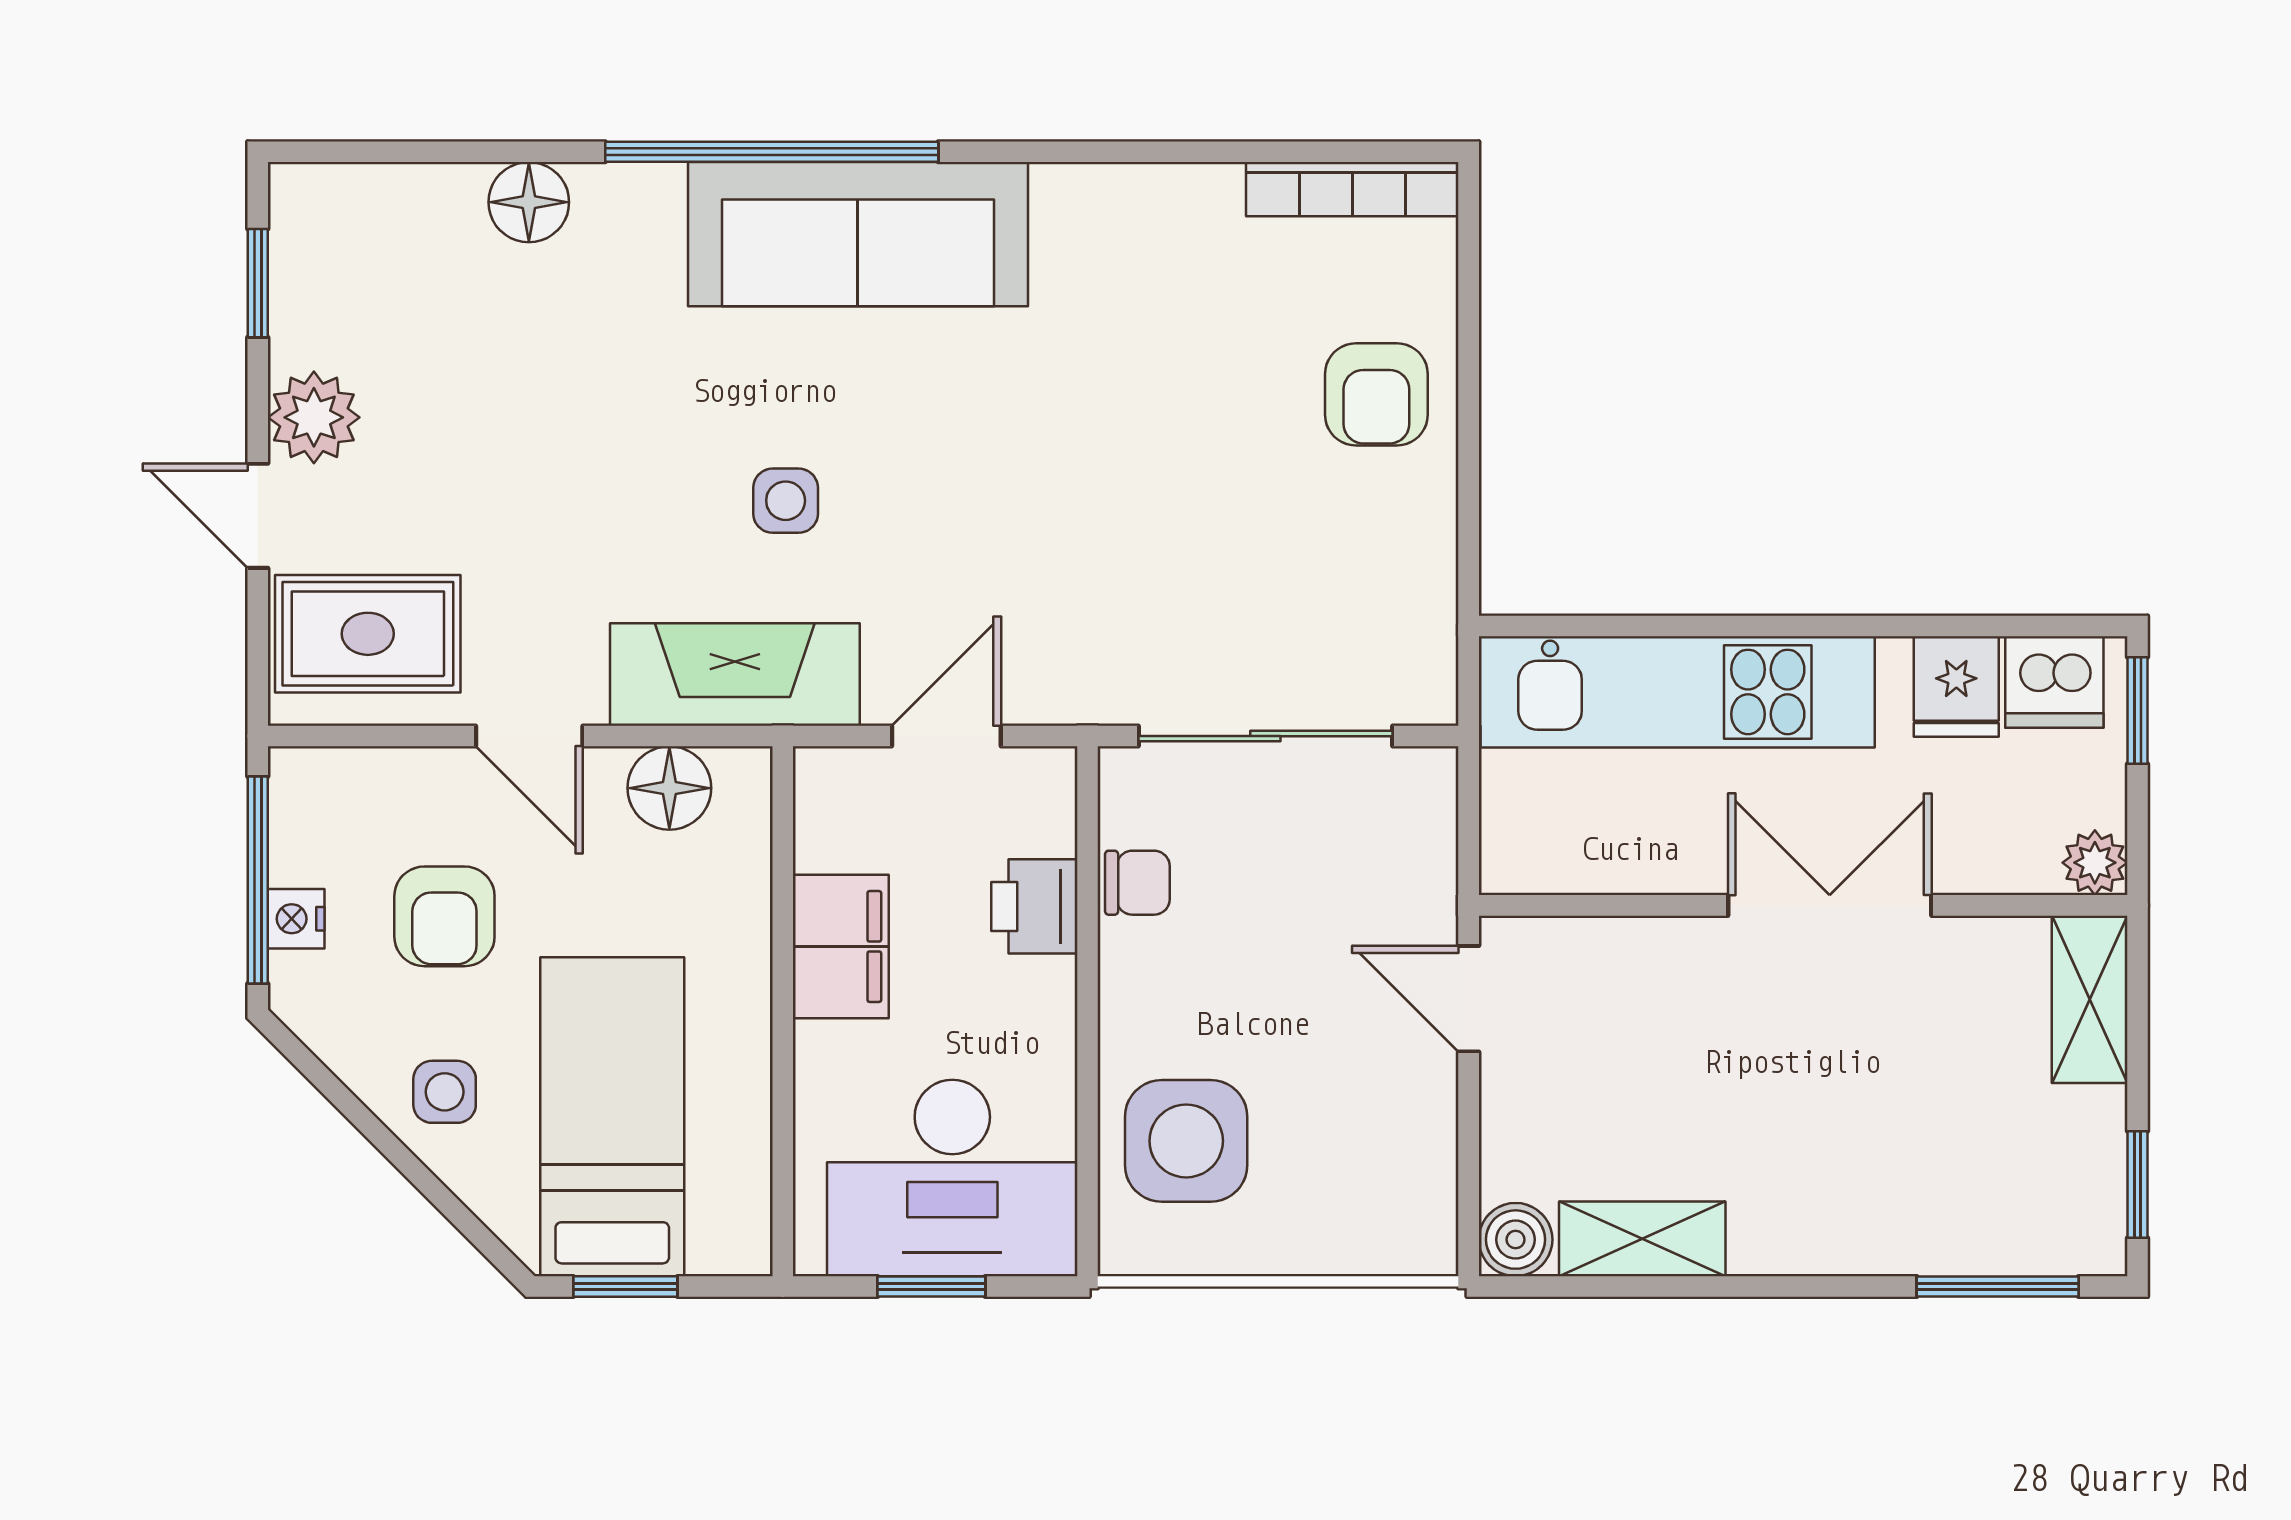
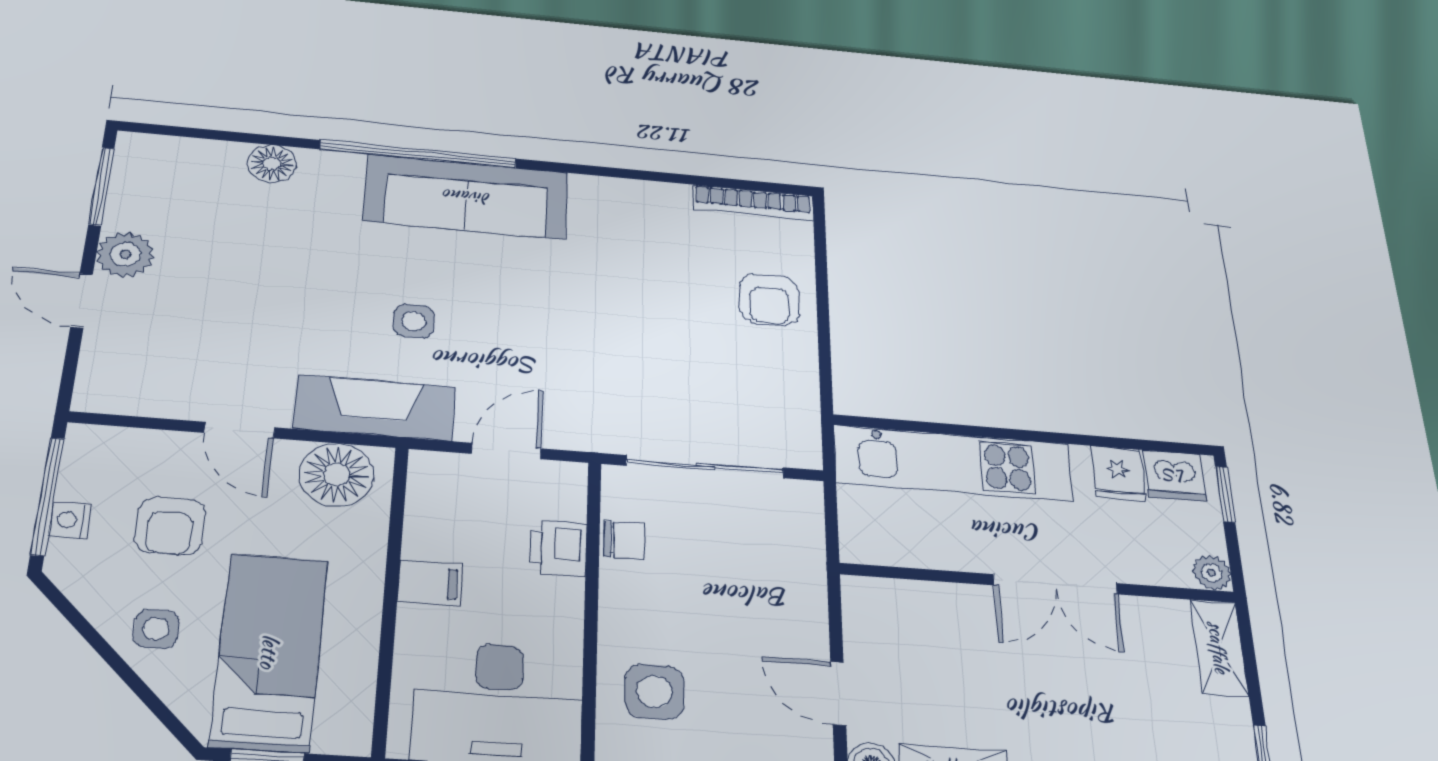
window: (258, 283) -> (101, 186), width x1.50
rug: (368, 634) -> (142, 367), removed
floor lamp: (669, 788) -> (337, 475), width x1.38, depth x1.38
double door: (1830, 905) -> (1055, 584), swing flipped
filing cabinet: (841, 946) -> (430, 583), width x0.50
door: (1469, 999) -> (838, 693), moved
side table: (1186, 1141) -> (654, 692), width x0.73, depth x0.73

